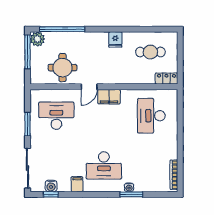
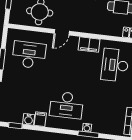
filing cabinet: (109, 97) -> (89, 45), moved
water cooler: (51, 186) -> (29, 119), moved

